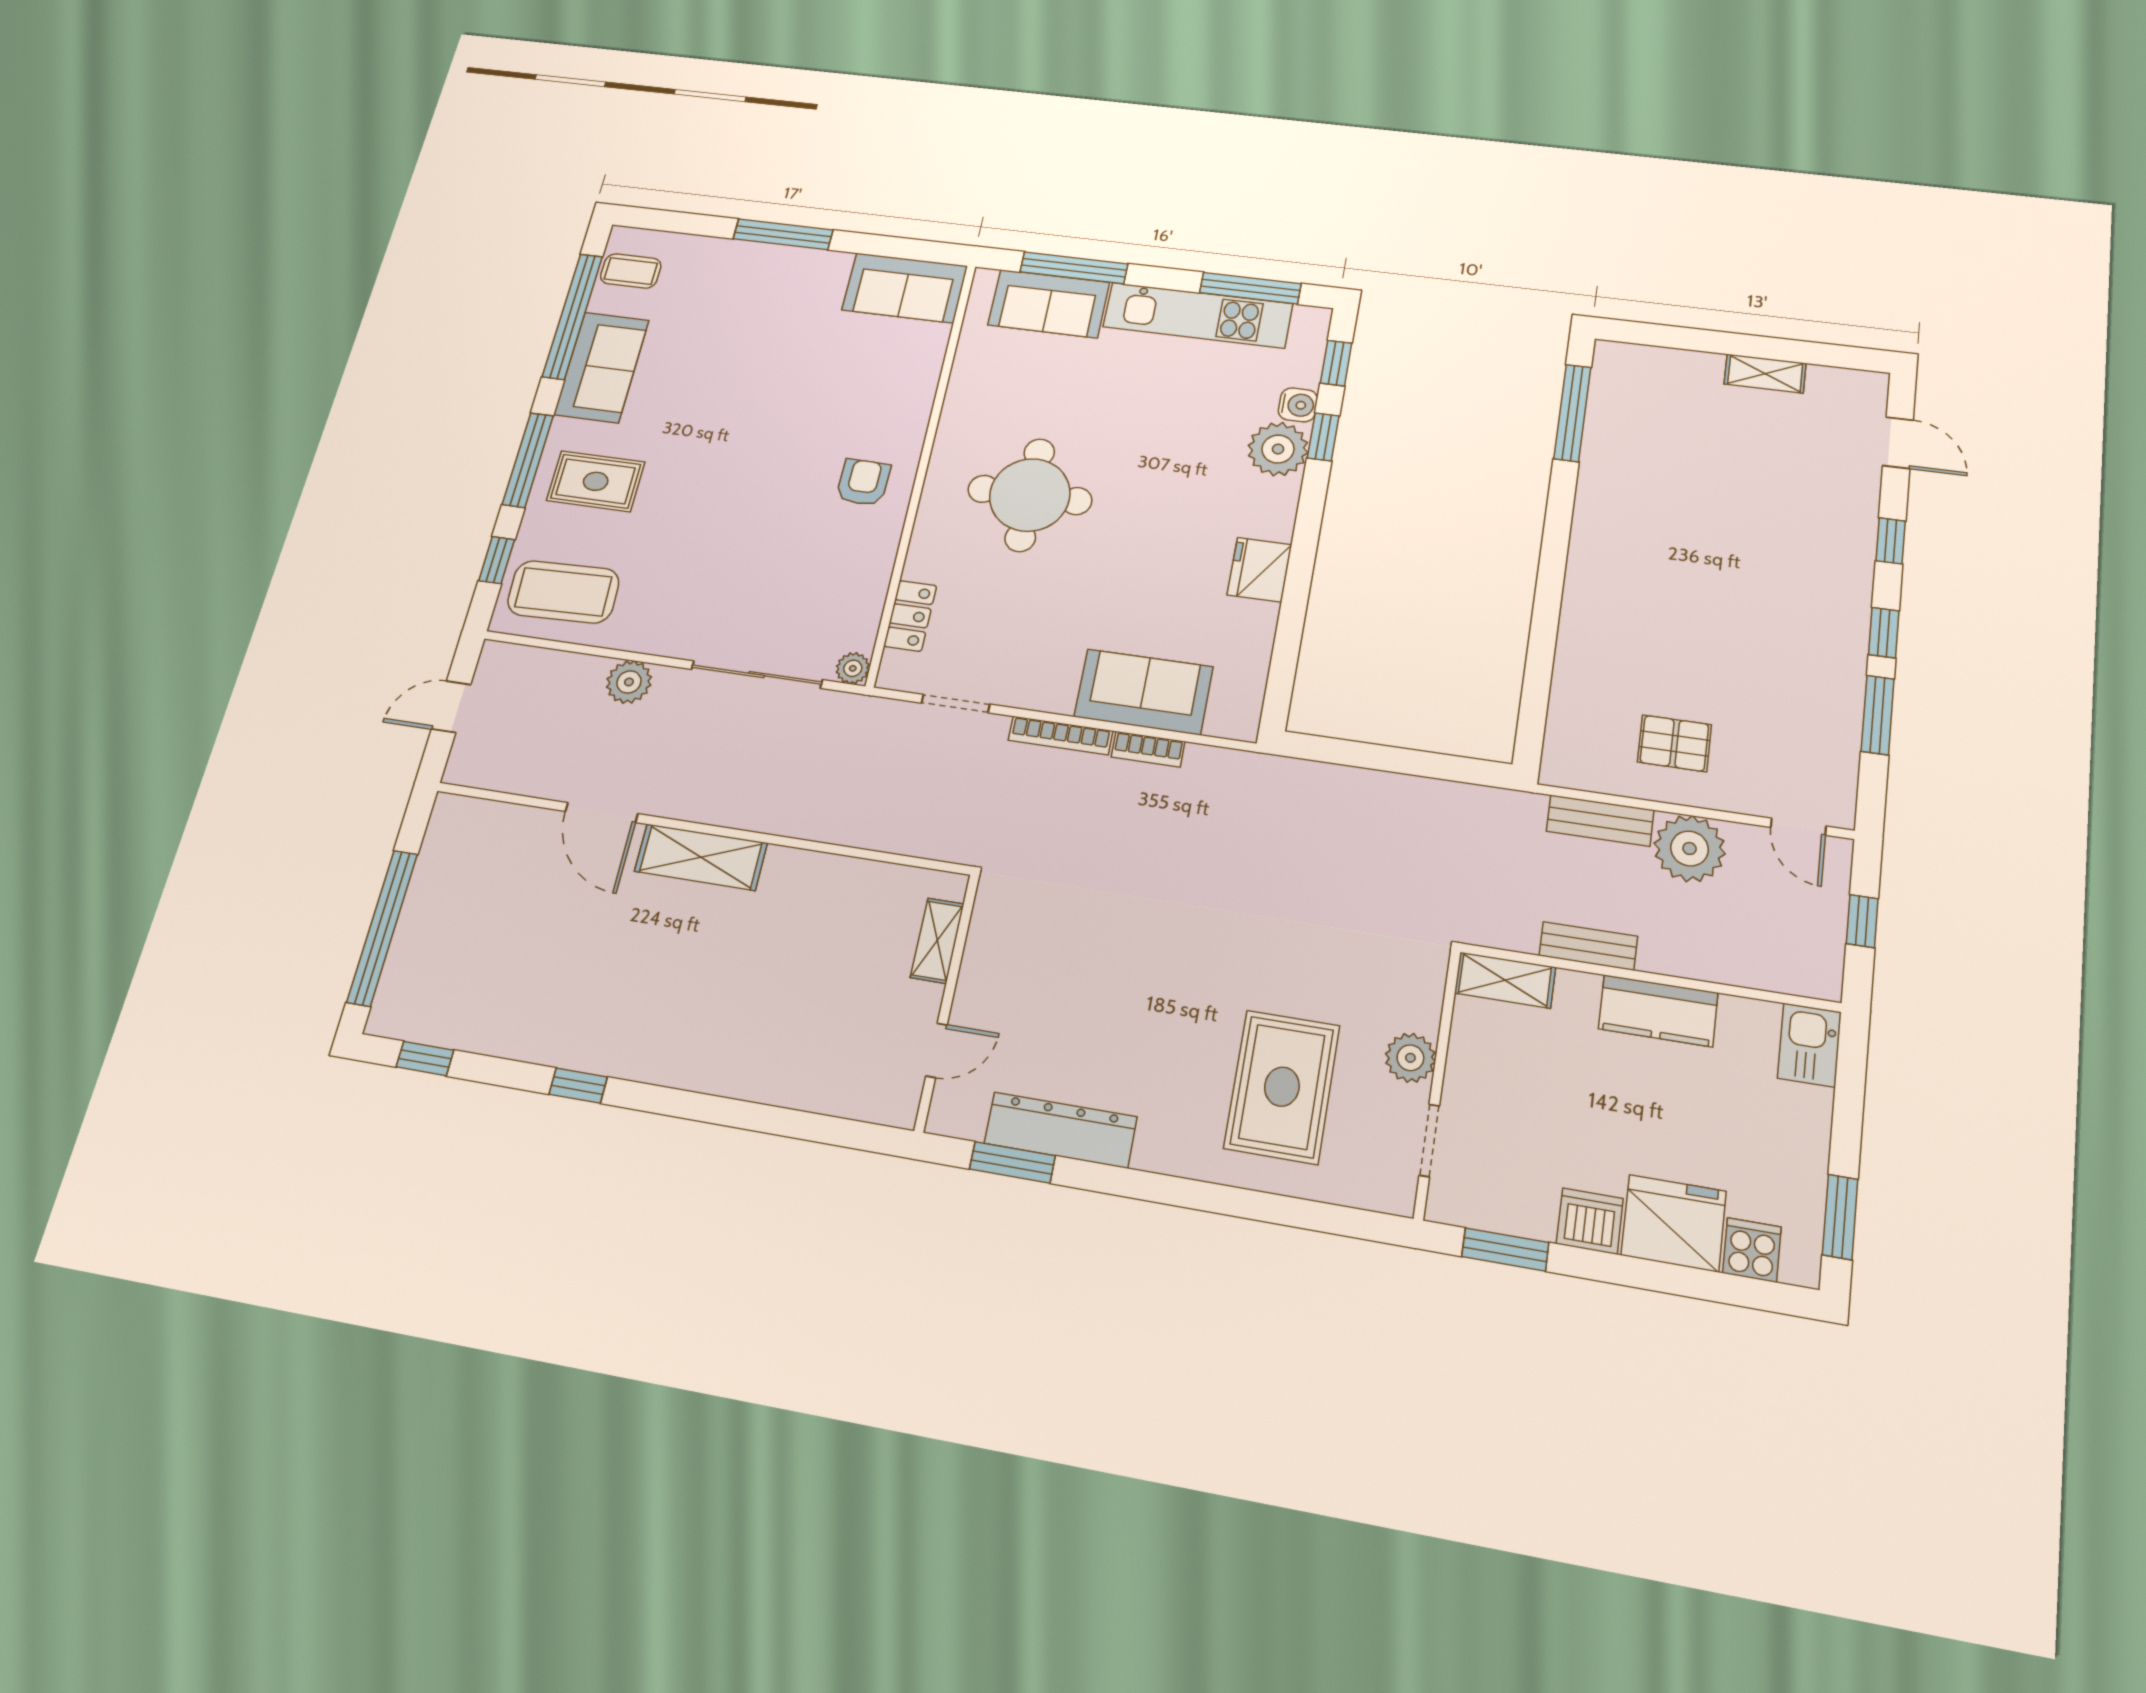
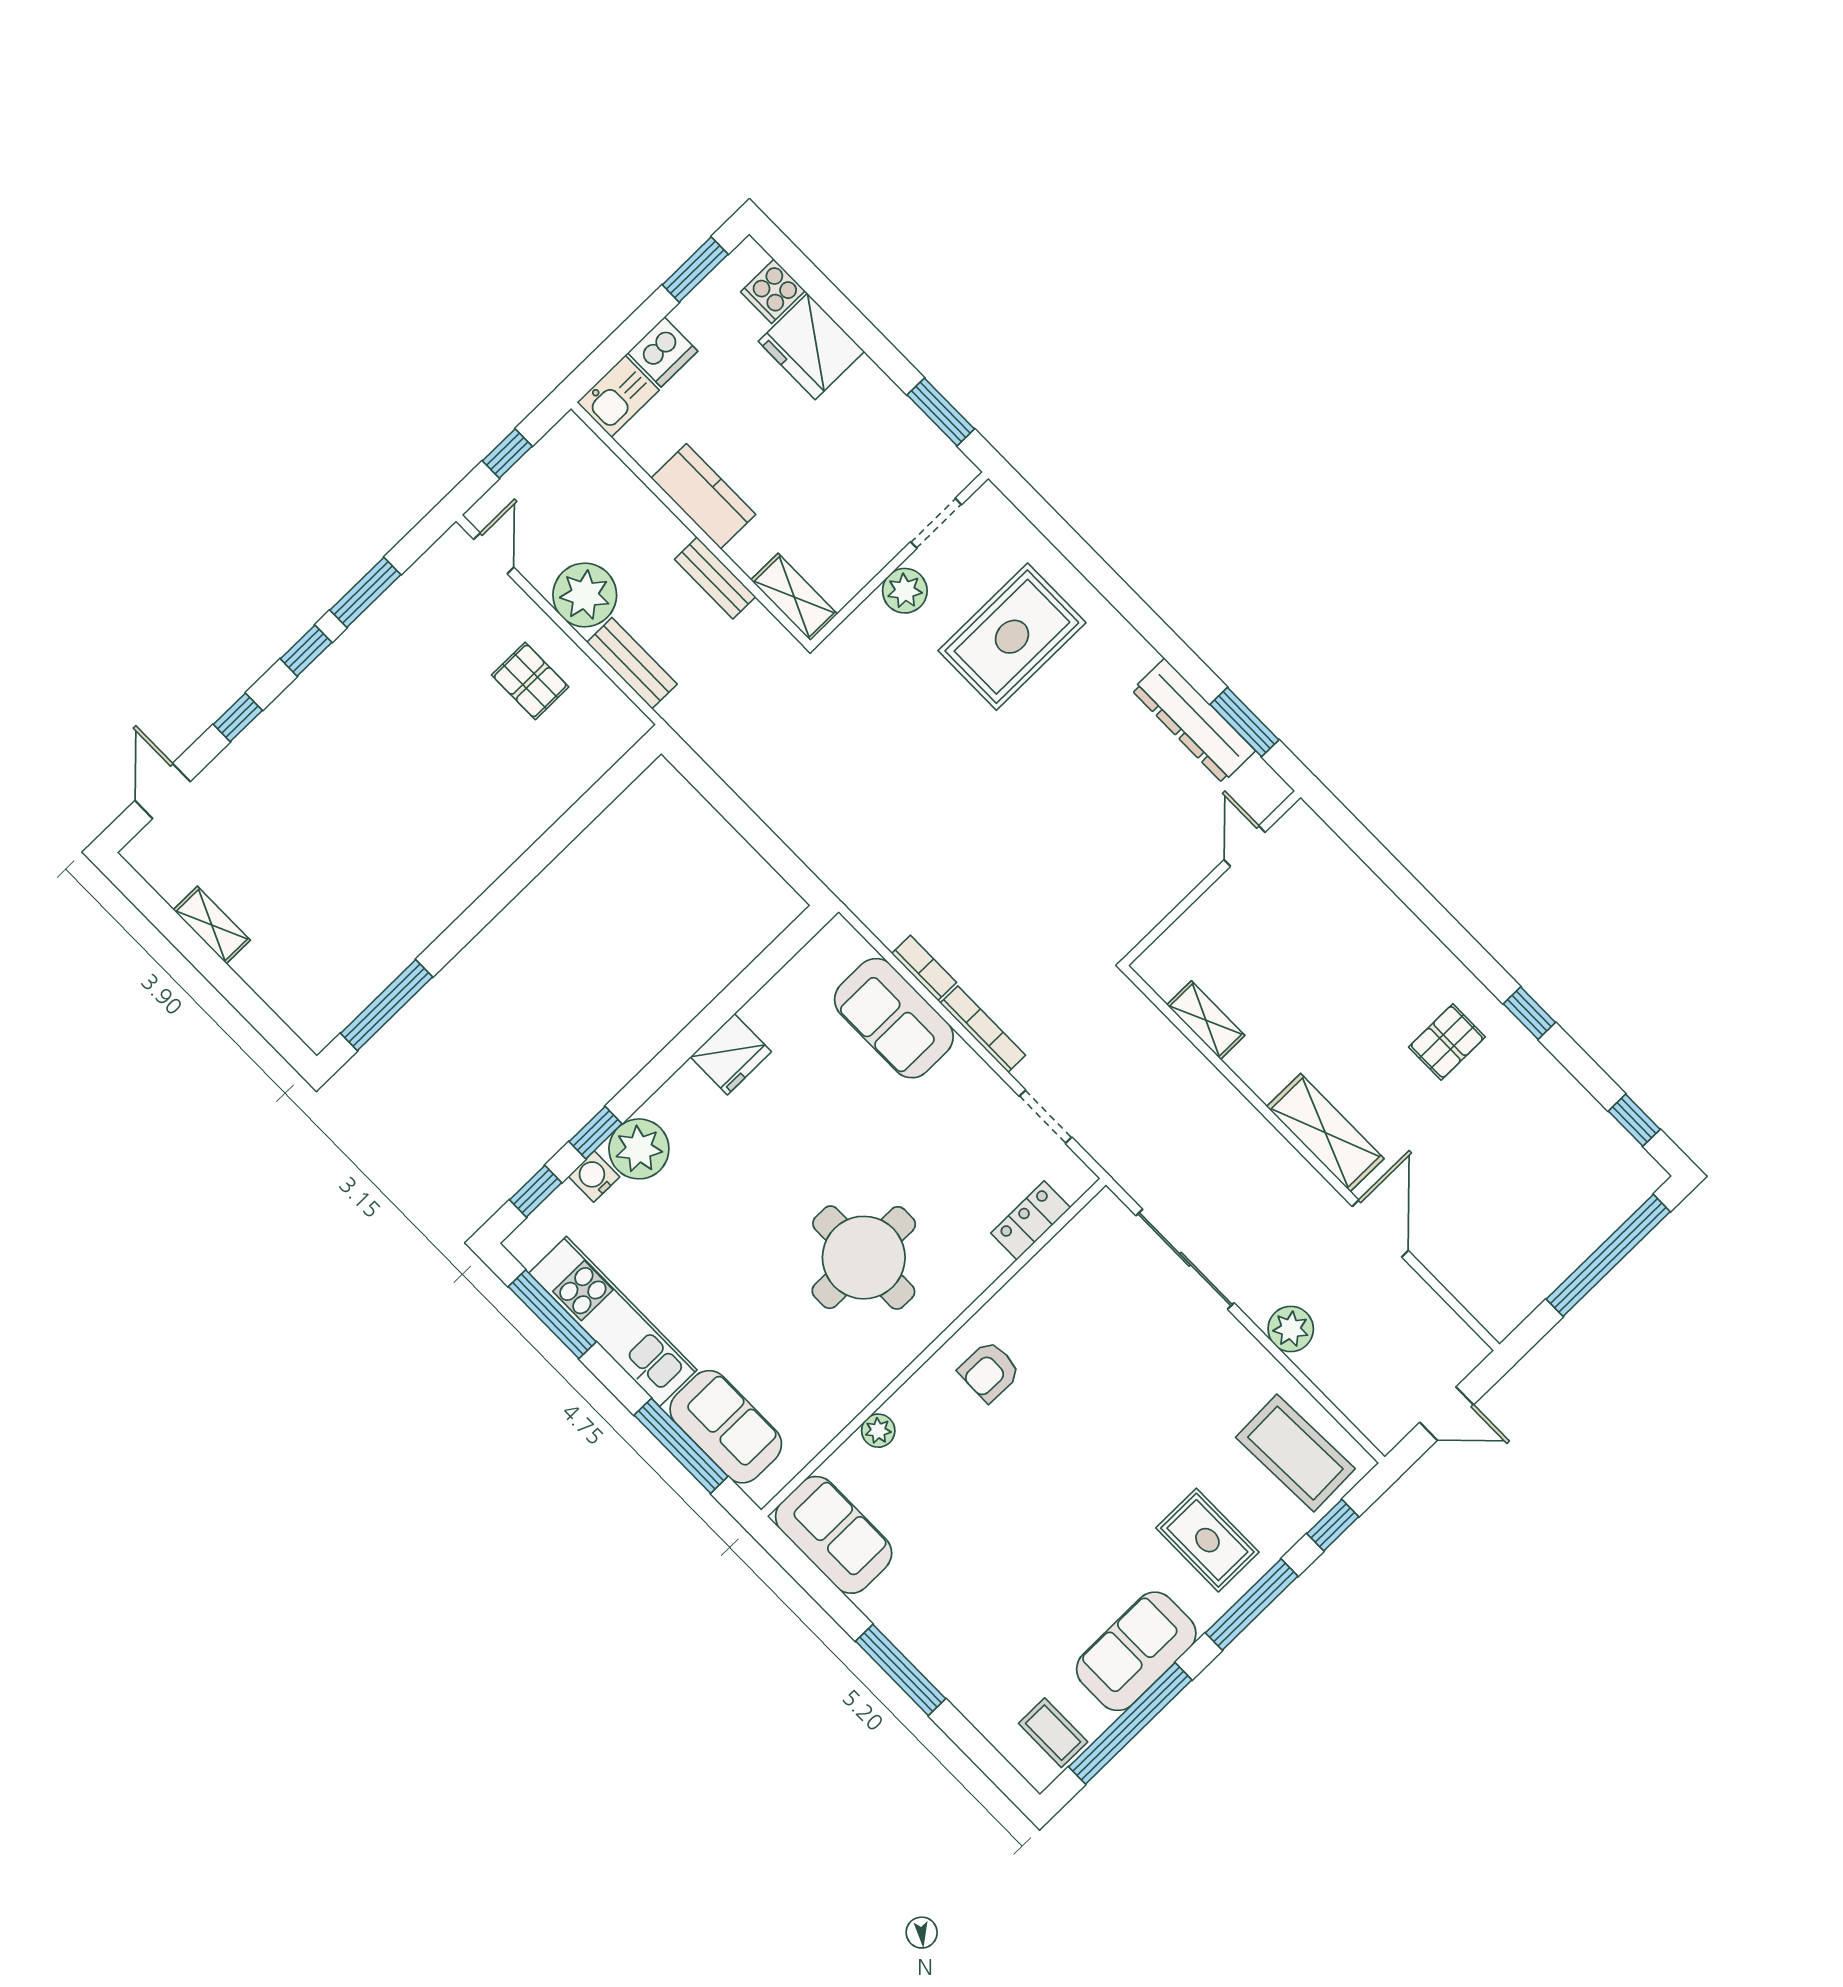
plant: (853, 668) -> (878, 1431), moved
shelving: (937, 941) -> (1206, 1020), moved, turned 90
pallet: (639, 1008) -> (1447, 1042), added
door: (936, 1050) -> (1245, 846), hinge flipped
dishwasher: (1590, 1221) -> (663, 352), moved, turned -90

